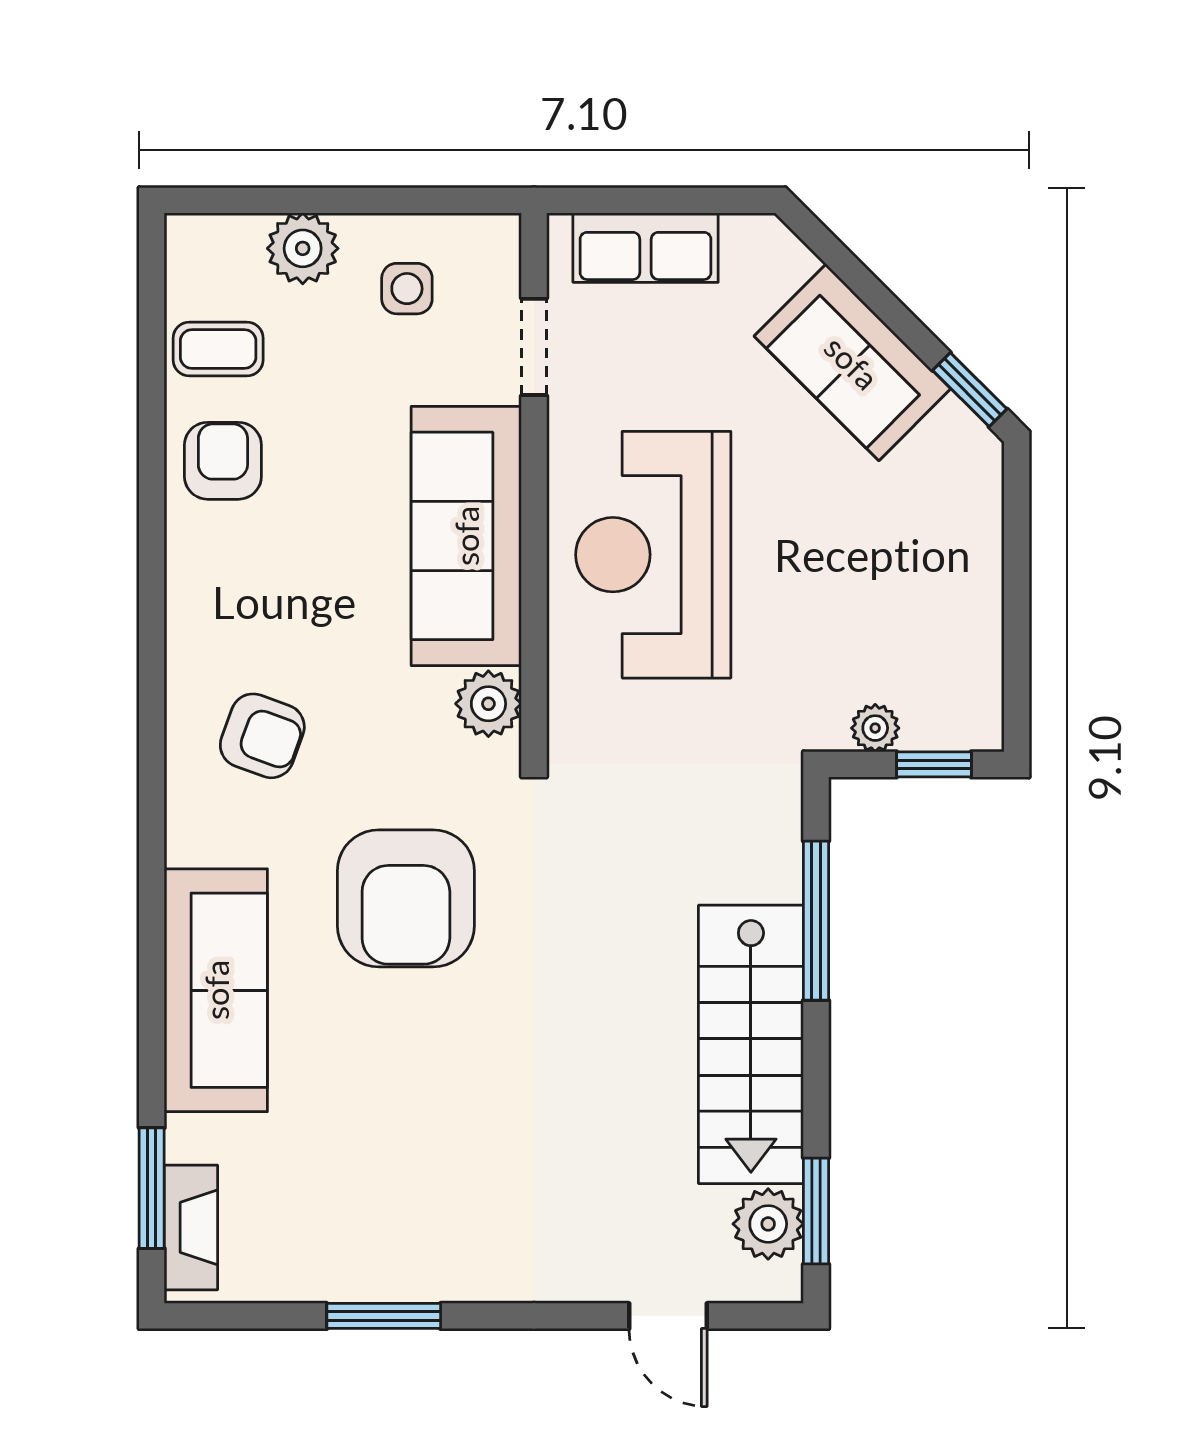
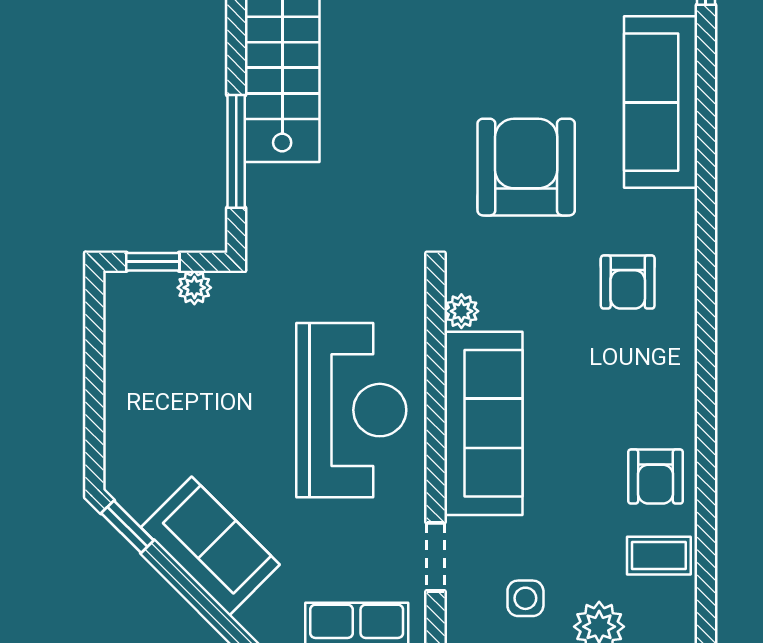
plant: (488, 704) -> (461, 311), width x0.73, depth x0.73
armchair: (262, 736) -> (628, 282), turned -110

